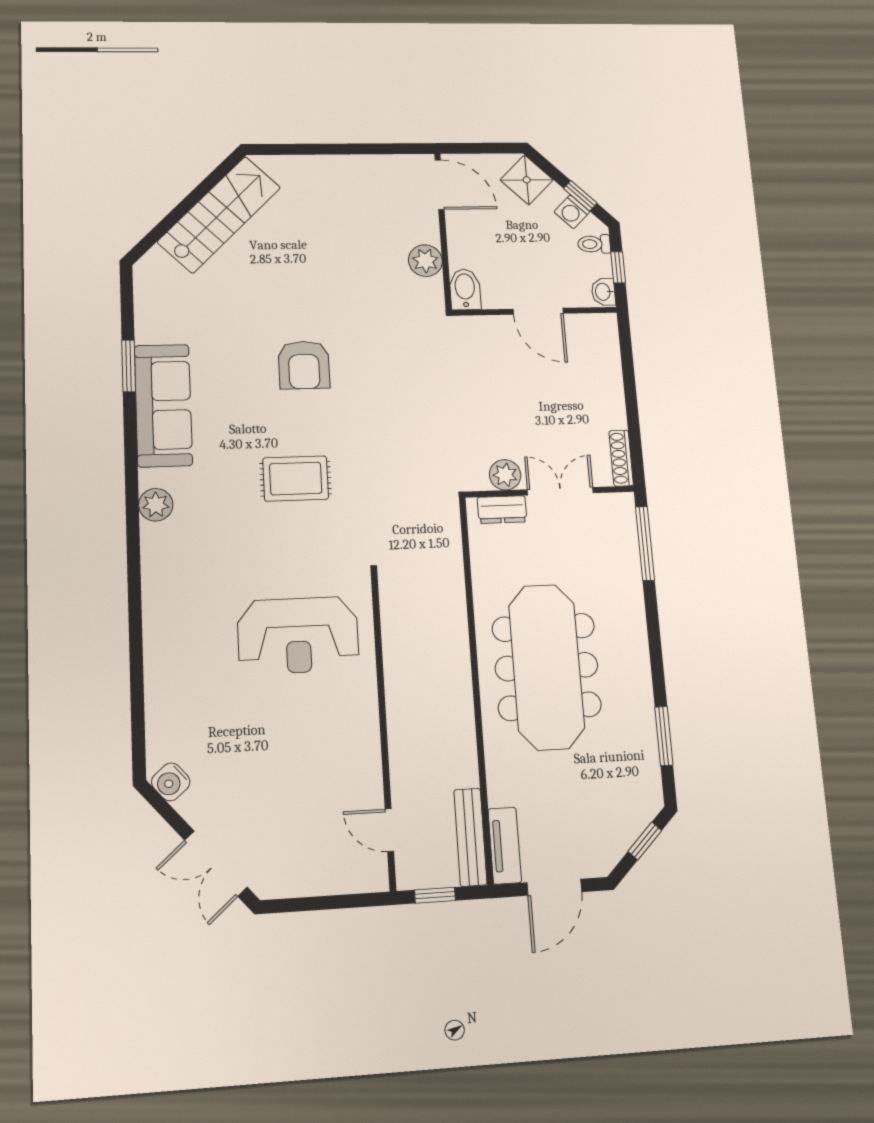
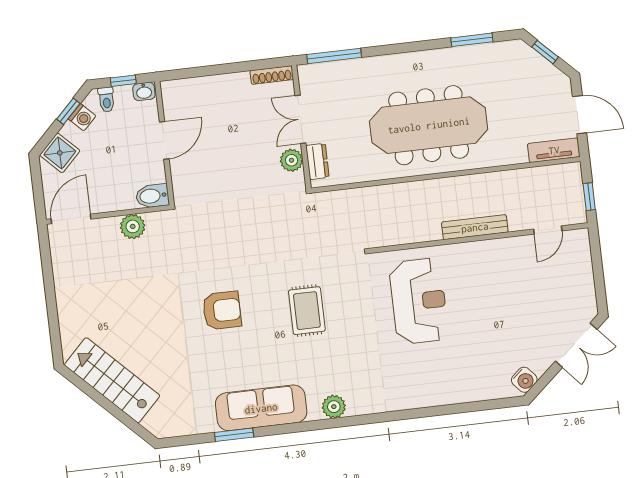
bench: (470, 837) -> (475, 227), moved

